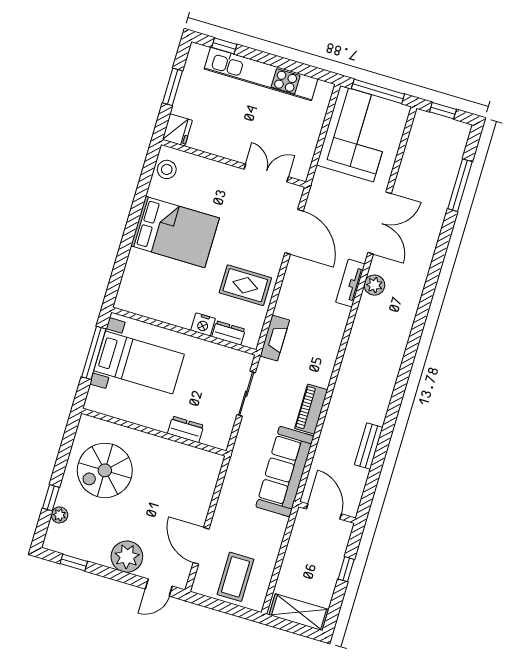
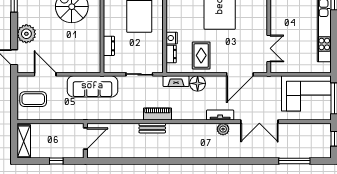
floor lamp: (289, 304) -> (198, 83), added
piano: (311, 409) -> (157, 114), moved
bench: (369, 446) -> (152, 128), moved
sofa: (285, 471) -> (92, 86), moved, turned 180
door: (201, 546) -> (45, 74), hinge flipped

